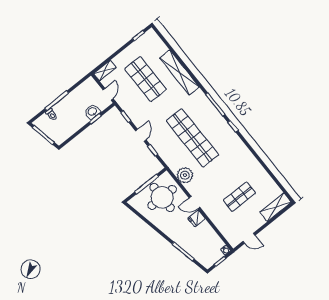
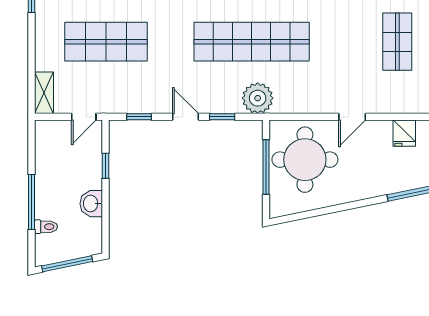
door: (108, 94) -> (84, 117), swing flipped
washbasin: (92, 112) -> (91, 204), moved
plant: (185, 175) -> (258, 98), moved
fridge: (196, 219) -> (404, 133), moved

